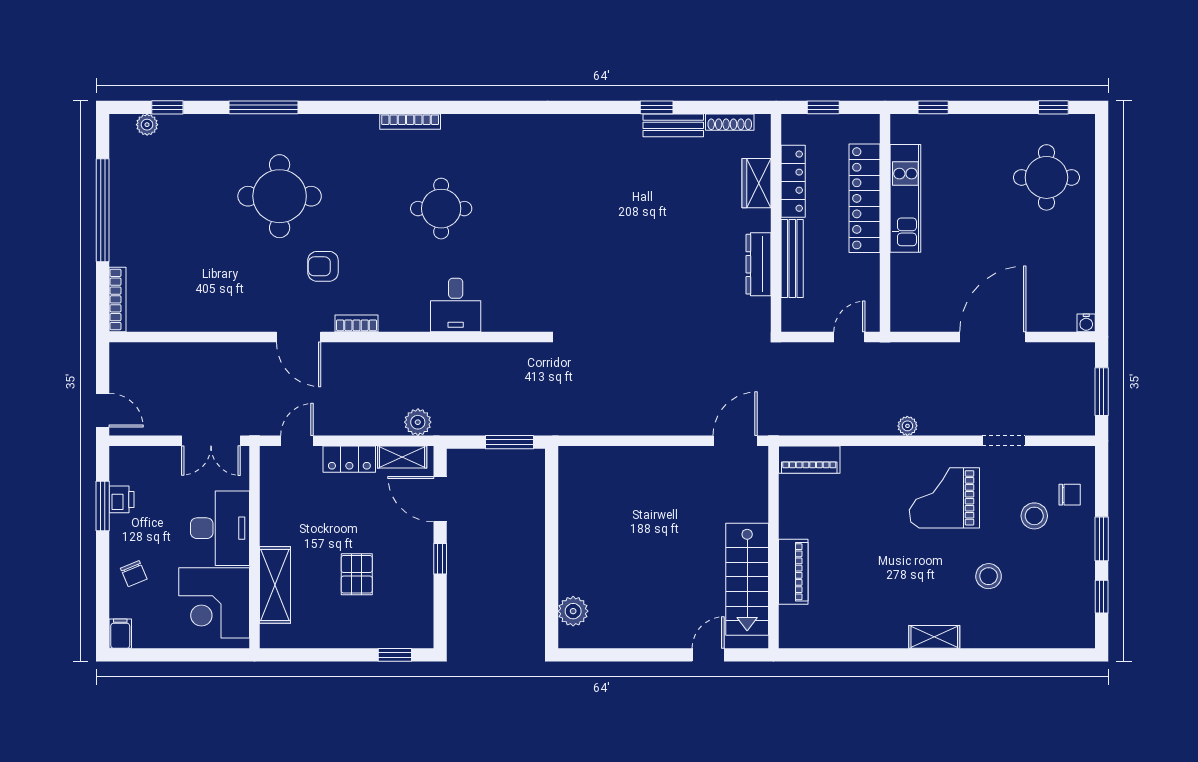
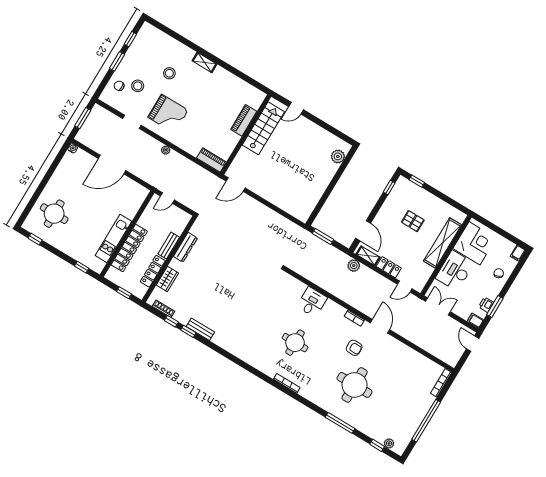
window: (701, 107) -> (171, 321), added
bench: (673, 125) -> (200, 329), moved
bench: (792, 258) -> (169, 246), width x0.73
filing cabinet: (124, 457) -> (475, 321), added
window: (440, 559) -> (389, 187), moved
pallet: (357, 574) -> (413, 221), turned 90
shelving: (275, 585) -> (443, 243), width x1.47

